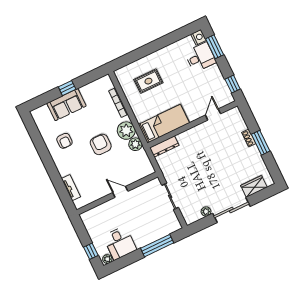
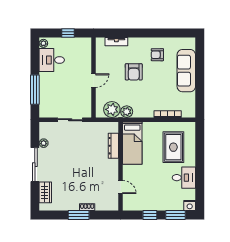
desk: (200, 57) -> (184, 178), moved, turned -90
rug: (148, 81) -> (173, 147), width x1.36, depth x1.43
window: (233, 84) -> (150, 215), moved
window: (67, 88) -> (200, 78), removed
sofa: (66, 105) -> (186, 71), width x1.36
plant: (126, 131) -> (112, 109), moved
armchair: (101, 144) -> (134, 72), moved, turned 90
dresser: (164, 146) -> (113, 146), moved
window: (91, 251) -> (68, 33), moved

